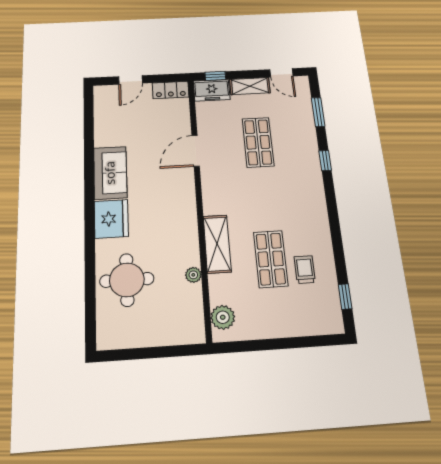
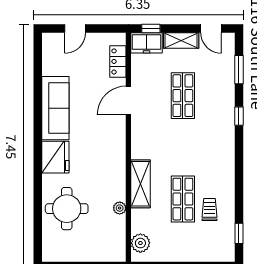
locker: (171, 90) -> (118, 61), moved, turned 90
sofa: (110, 173) -> (55, 108), width x1.36

